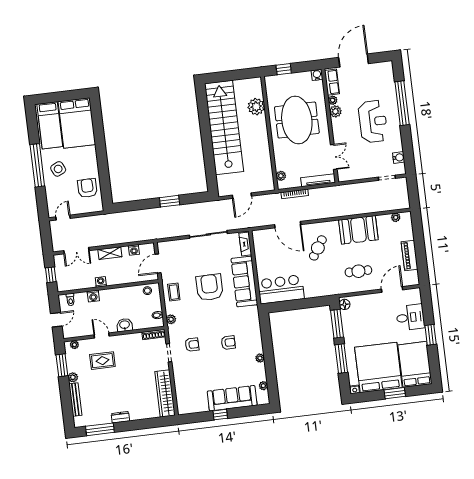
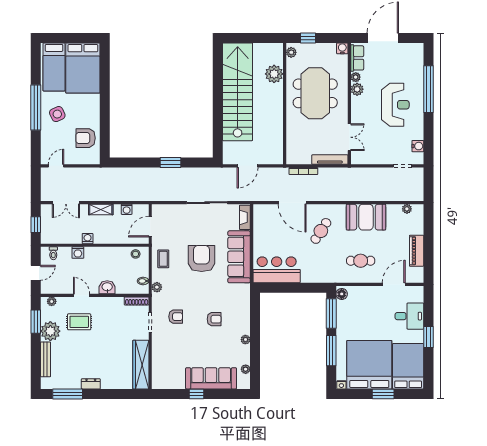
plant: (281, 176) -> (291, 52), moved
armchair: (87, 188) -> (86, 138), turned -90
plant: (73, 377) -> (50, 331), width x1.87, depth x1.87

